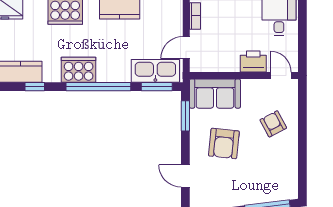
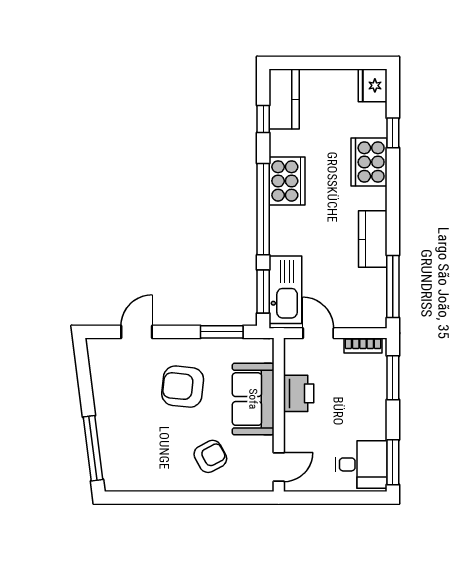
printer: (253, 61) -> (299, 393), moved
sofa: (215, 94) -> (253, 399), moved

